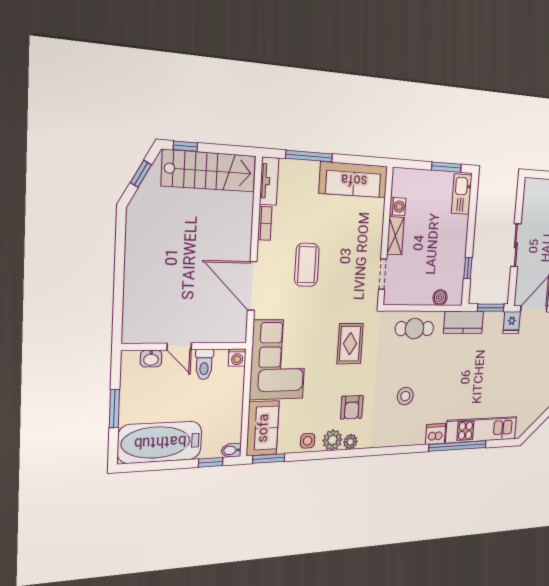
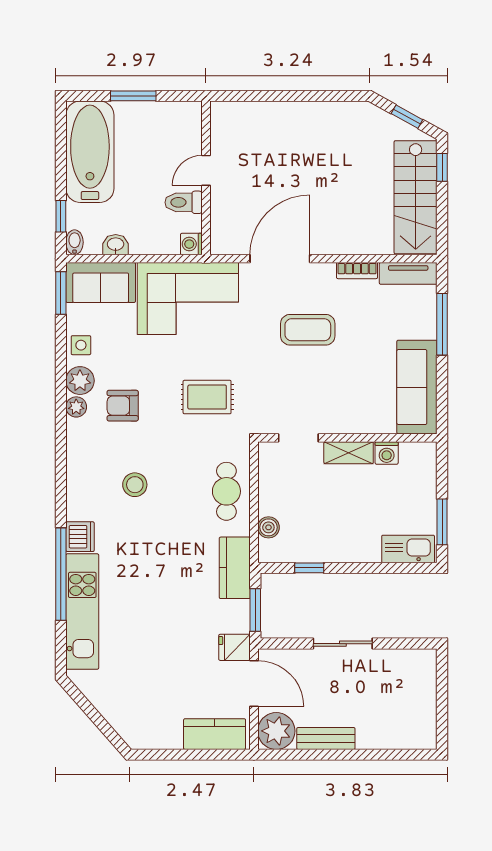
washbasin: (151, 358) -> (116, 245), moved, turned 90

